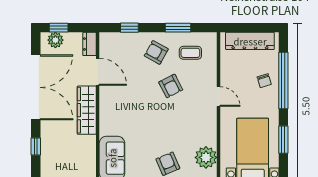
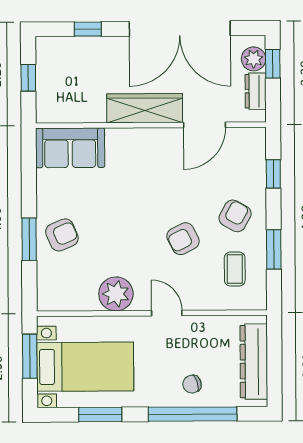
dresser: (90, 44) -> (256, 91), moved, turned -90
door: (218, 97) -> (167, 313), swing flipped
plant: (206, 157) -> (116, 294), moved

